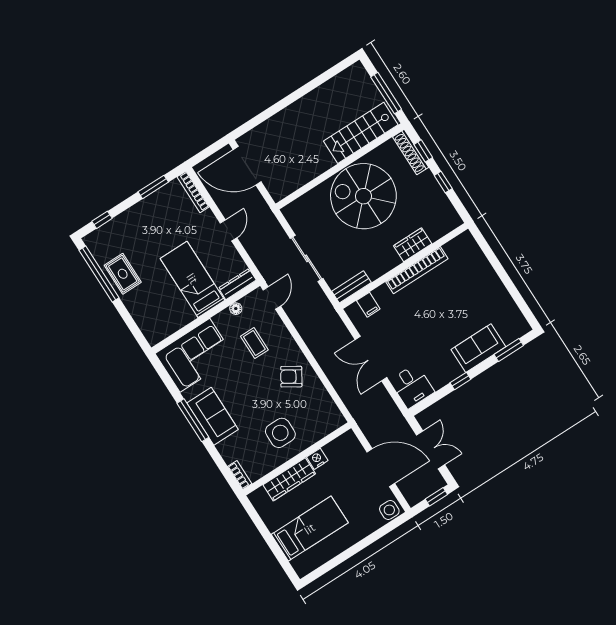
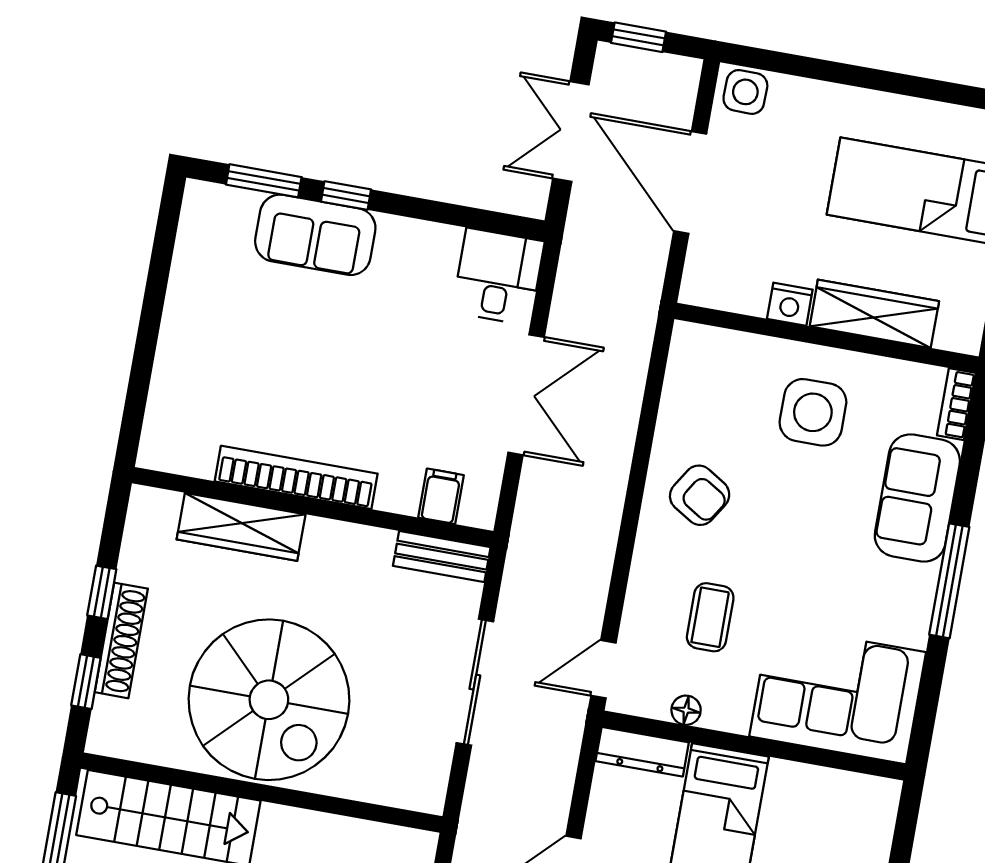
shoe rack: (411, 152) -> (121, 640), moved
wardrobe: (413, 245) -> (241, 527), width x1.50
window: (460, 381) -> (346, 195), moved
sofa: (213, 416) -> (917, 498), moved

